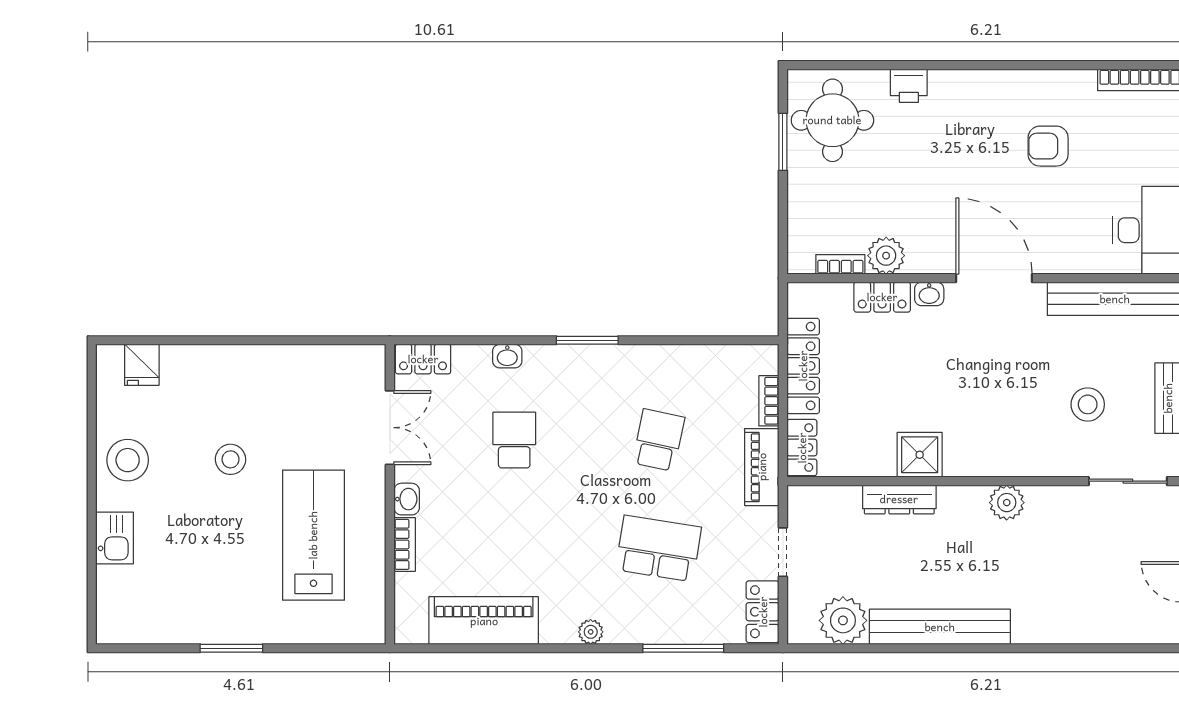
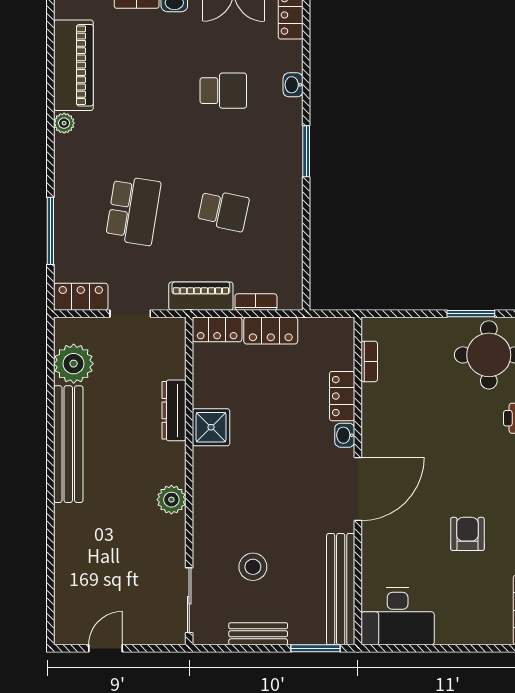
plant: (886, 256) -> (376, 399), removed
locker: (803, 366) -> (271, 331), width x0.66
plant: (591, 632) -> (64, 123), moved

